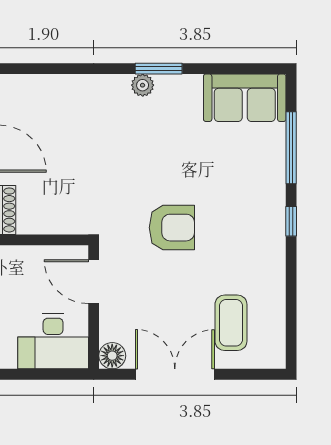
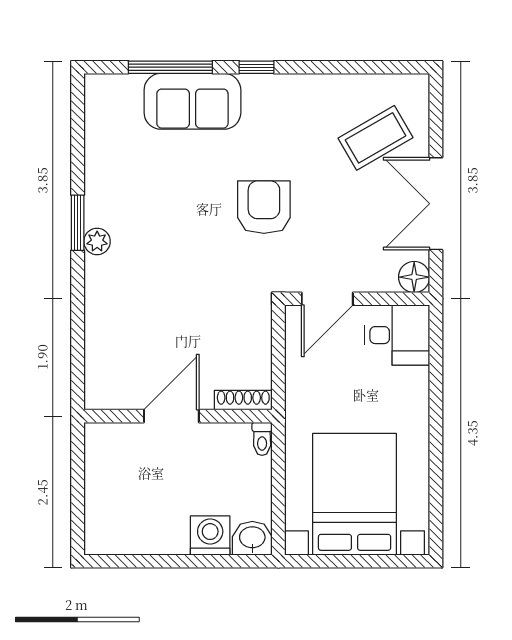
sofa: (245, 98) -> (192, 101), moved, turned 90
coffee table: (231, 323) -> (376, 138), turned -30
desk: (53, 341) -> (397, 335), width x0.73

